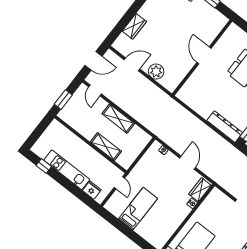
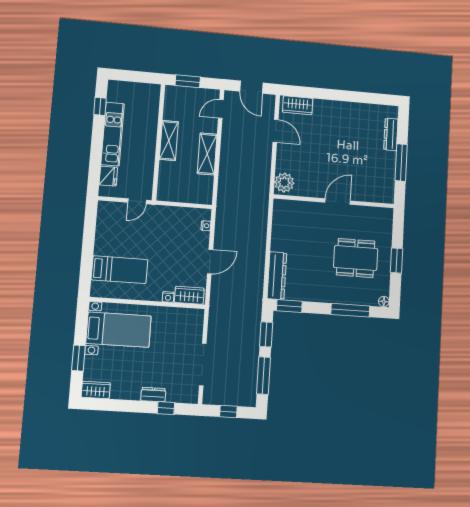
wardrobe: (134, 26) -> (298, 105), moved
plant: (156, 72) -> (284, 183), moved
shelving: (106, 147) -> (169, 141), moved
bed: (138, 209) -> (119, 270), moved

